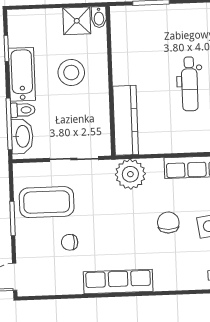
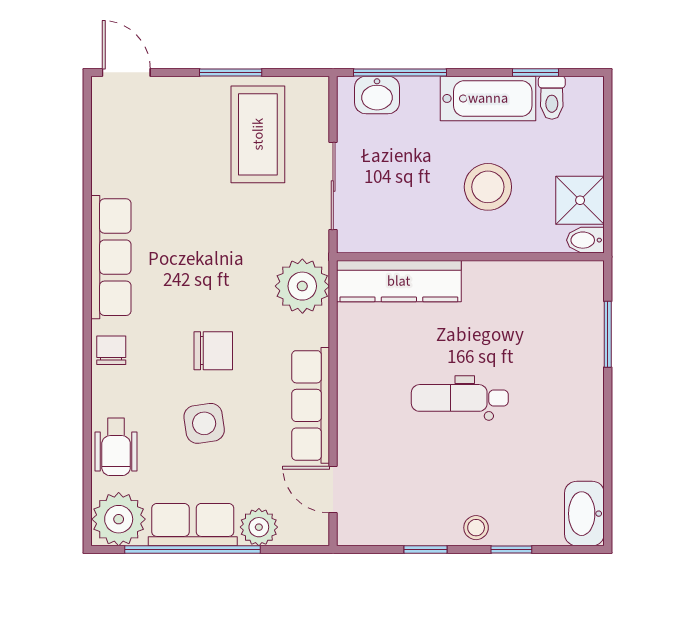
toilet: (23, 110) -> (552, 98), moved
washbasin: (22, 136) -> (377, 95), width x0.72
chair: (70, 242) -> (111, 350), moved

